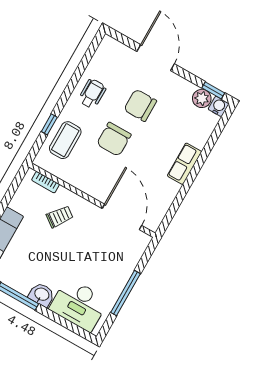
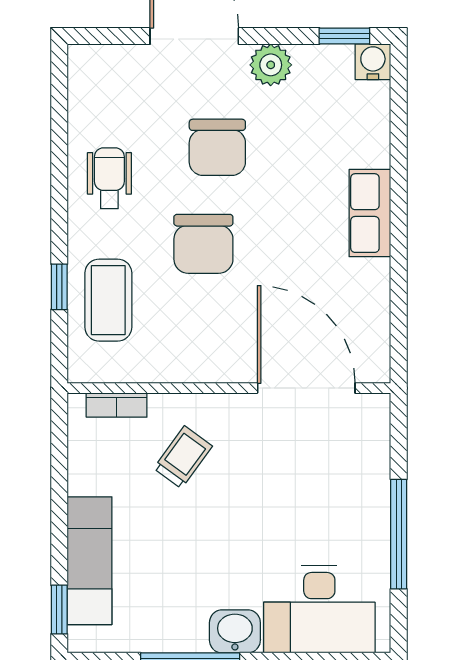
plant: (202, 98) -> (271, 65), moved
chair: (140, 105) -> (217, 147), turned -90

